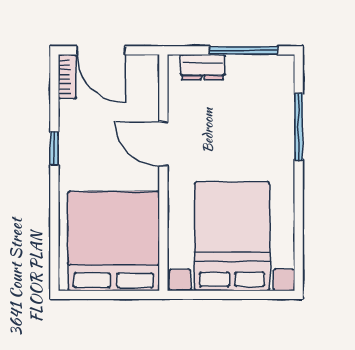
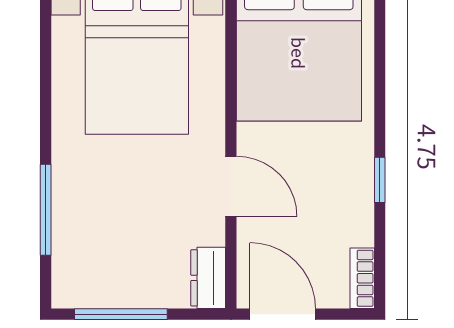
door: (101, 50) -> (283, 314), moved
dresser: (203, 67) -> (208, 278), moved, turned -90

